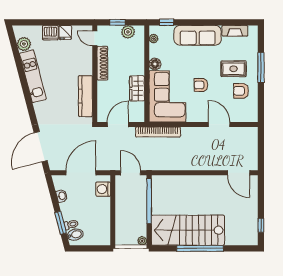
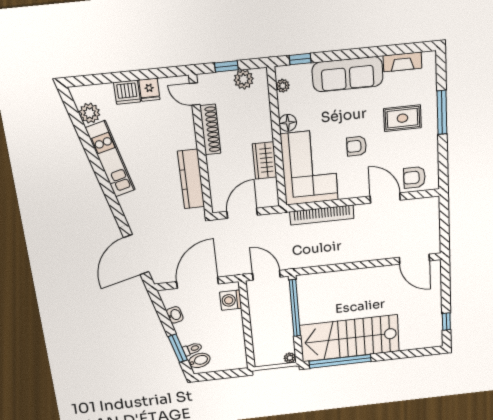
armchair: (241, 91) -> (414, 177), moved
bookcase: (158, 132) -> (322, 215), moved
window: (200, 248) -> (340, 361), moved

